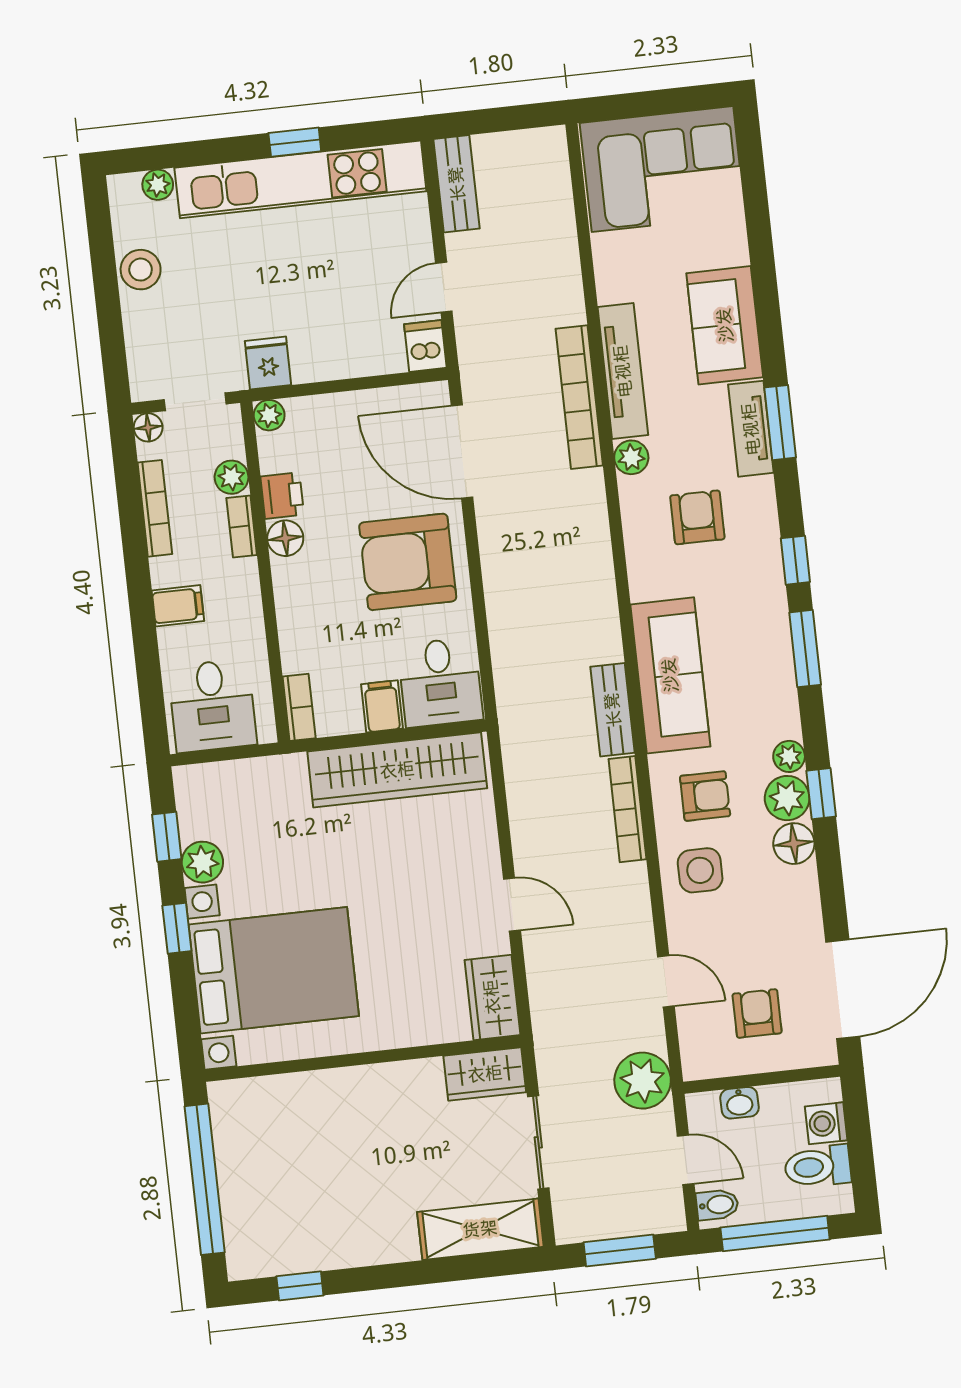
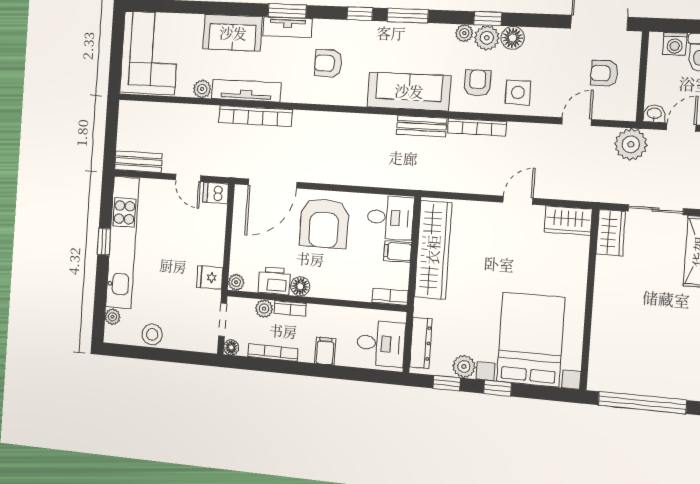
plant: (631, 457) -> (202, 89), moved
printer: (282, 496) -> (274, 281), width x1.36, depth x1.24
dresser: (228, 778) -> (421, 343), added
washbasin: (740, 1103) -> (654, 114), moved, turned -90

